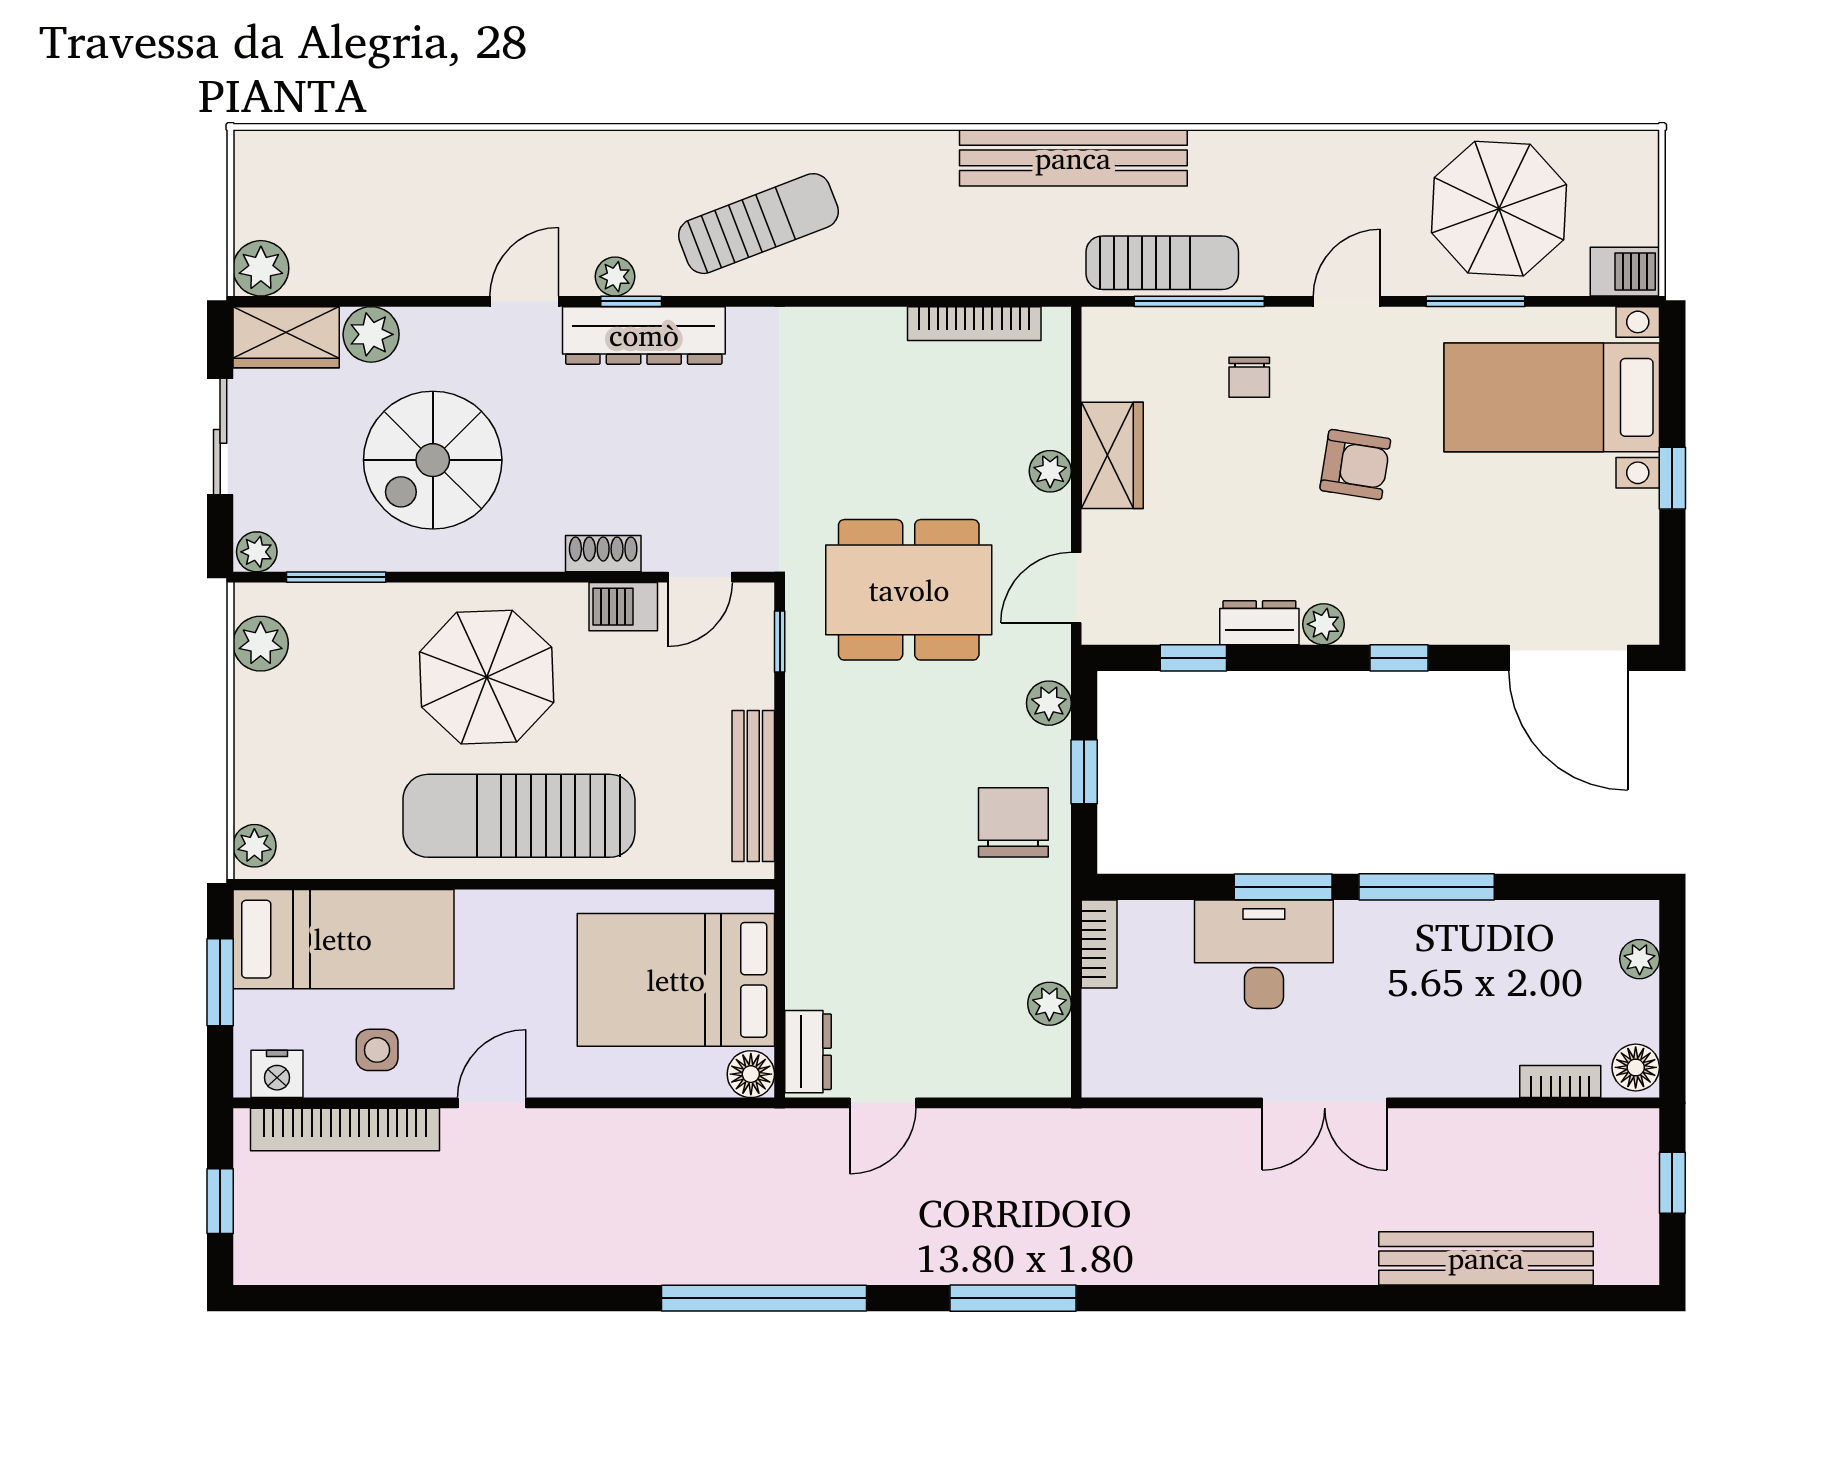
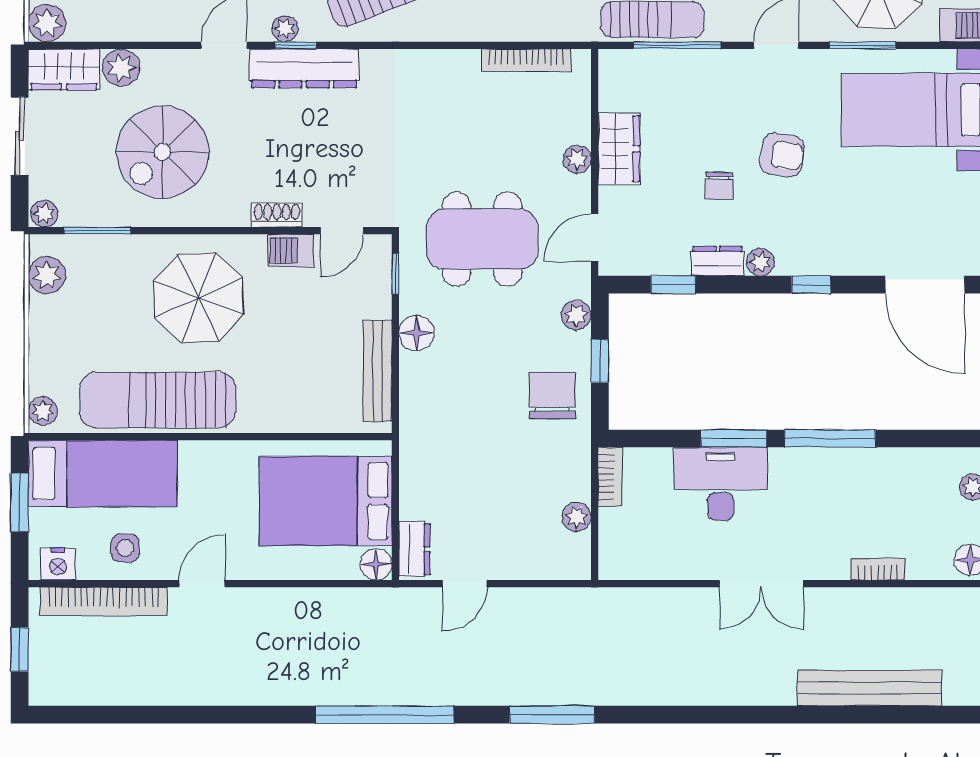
chair: (1249, 377) -> (719, 186), moved
floor lamp: (811, 730) -> (417, 333), added
sun lounger: (519, 816) -> (158, 400), moved
bookcase: (1560, 1082) -> (878, 569), moved

